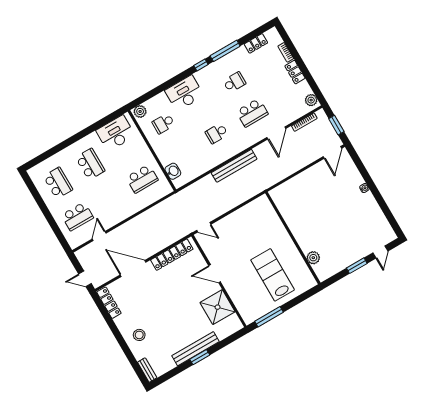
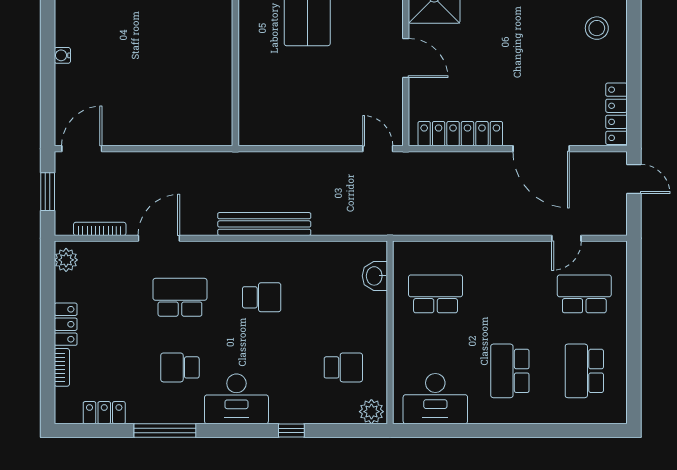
window: (201, 65) -> (291, 431), moved
desk: (184, 93) -> (236, 399), moved

